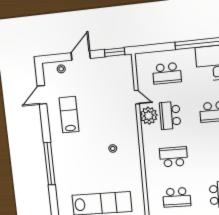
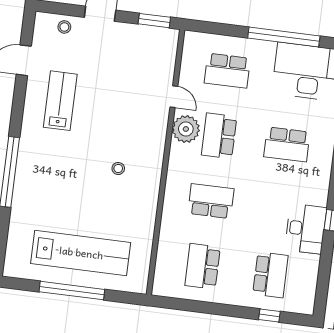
school desk: (177, 197) -> (203, 266), turned 90

